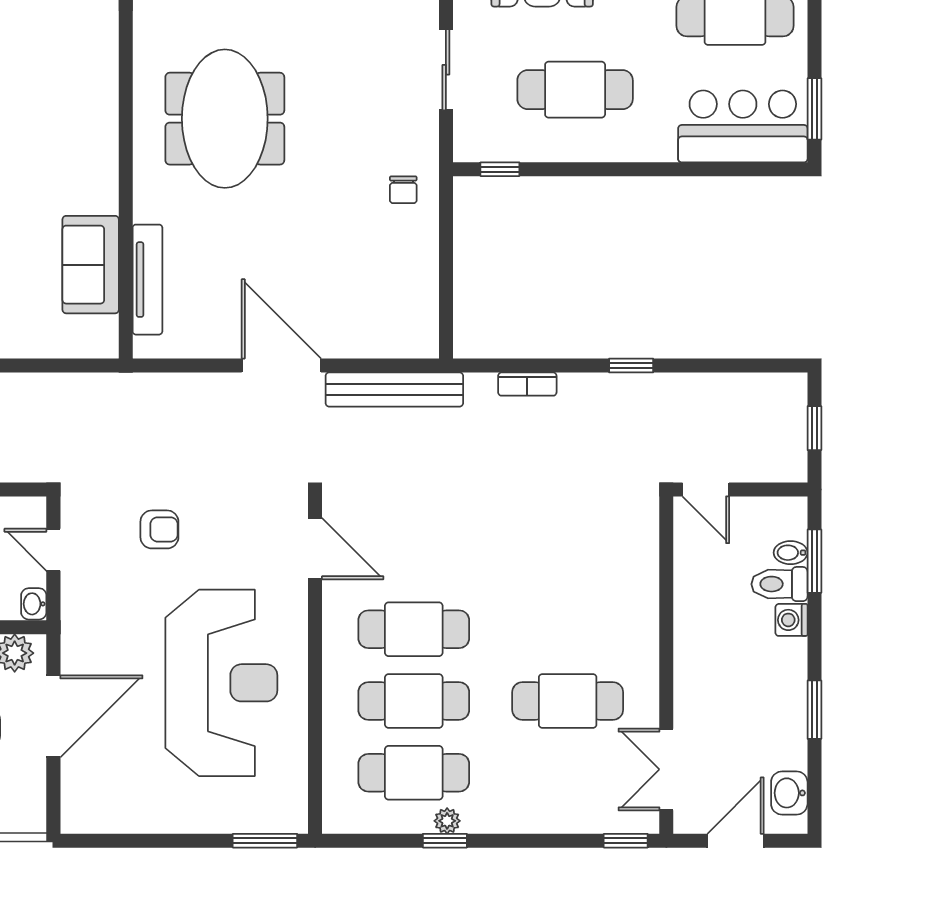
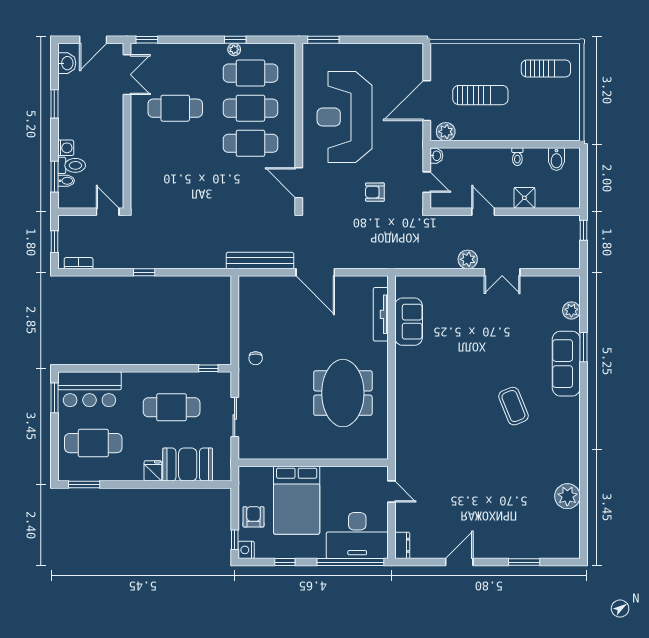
chair: (403, 190) -> (256, 358), turned 180
bookcase: (527, 384) -> (79, 263), moved

